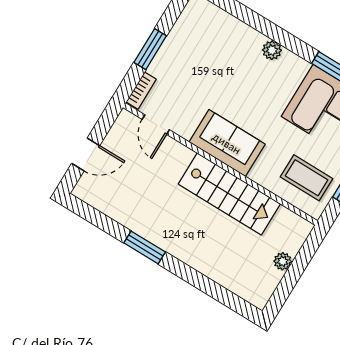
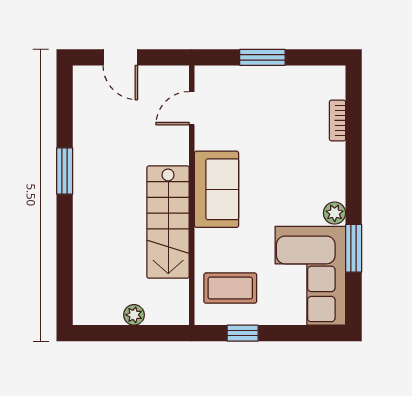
plant: (272, 50) -> (335, 213), moved
bookcase: (141, 91) -> (337, 120), moved, turned 90
coffee table: (307, 178) -> (230, 288), turned 90

